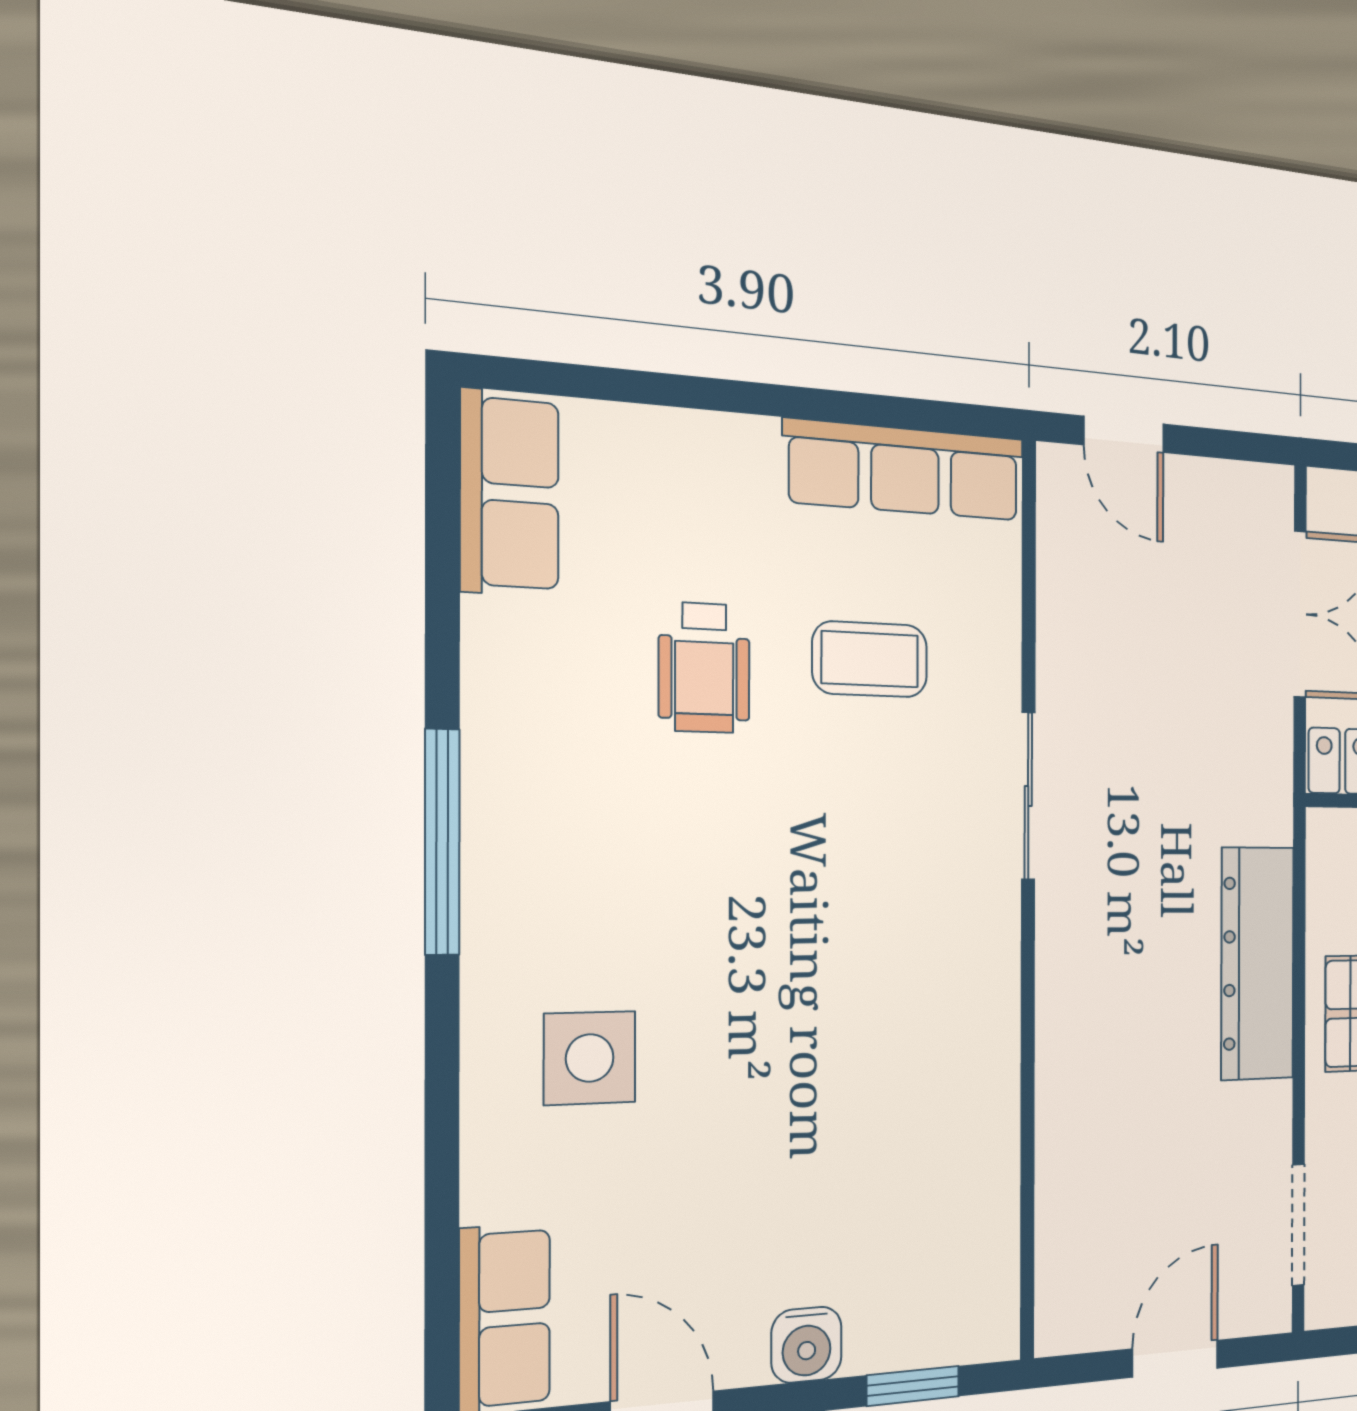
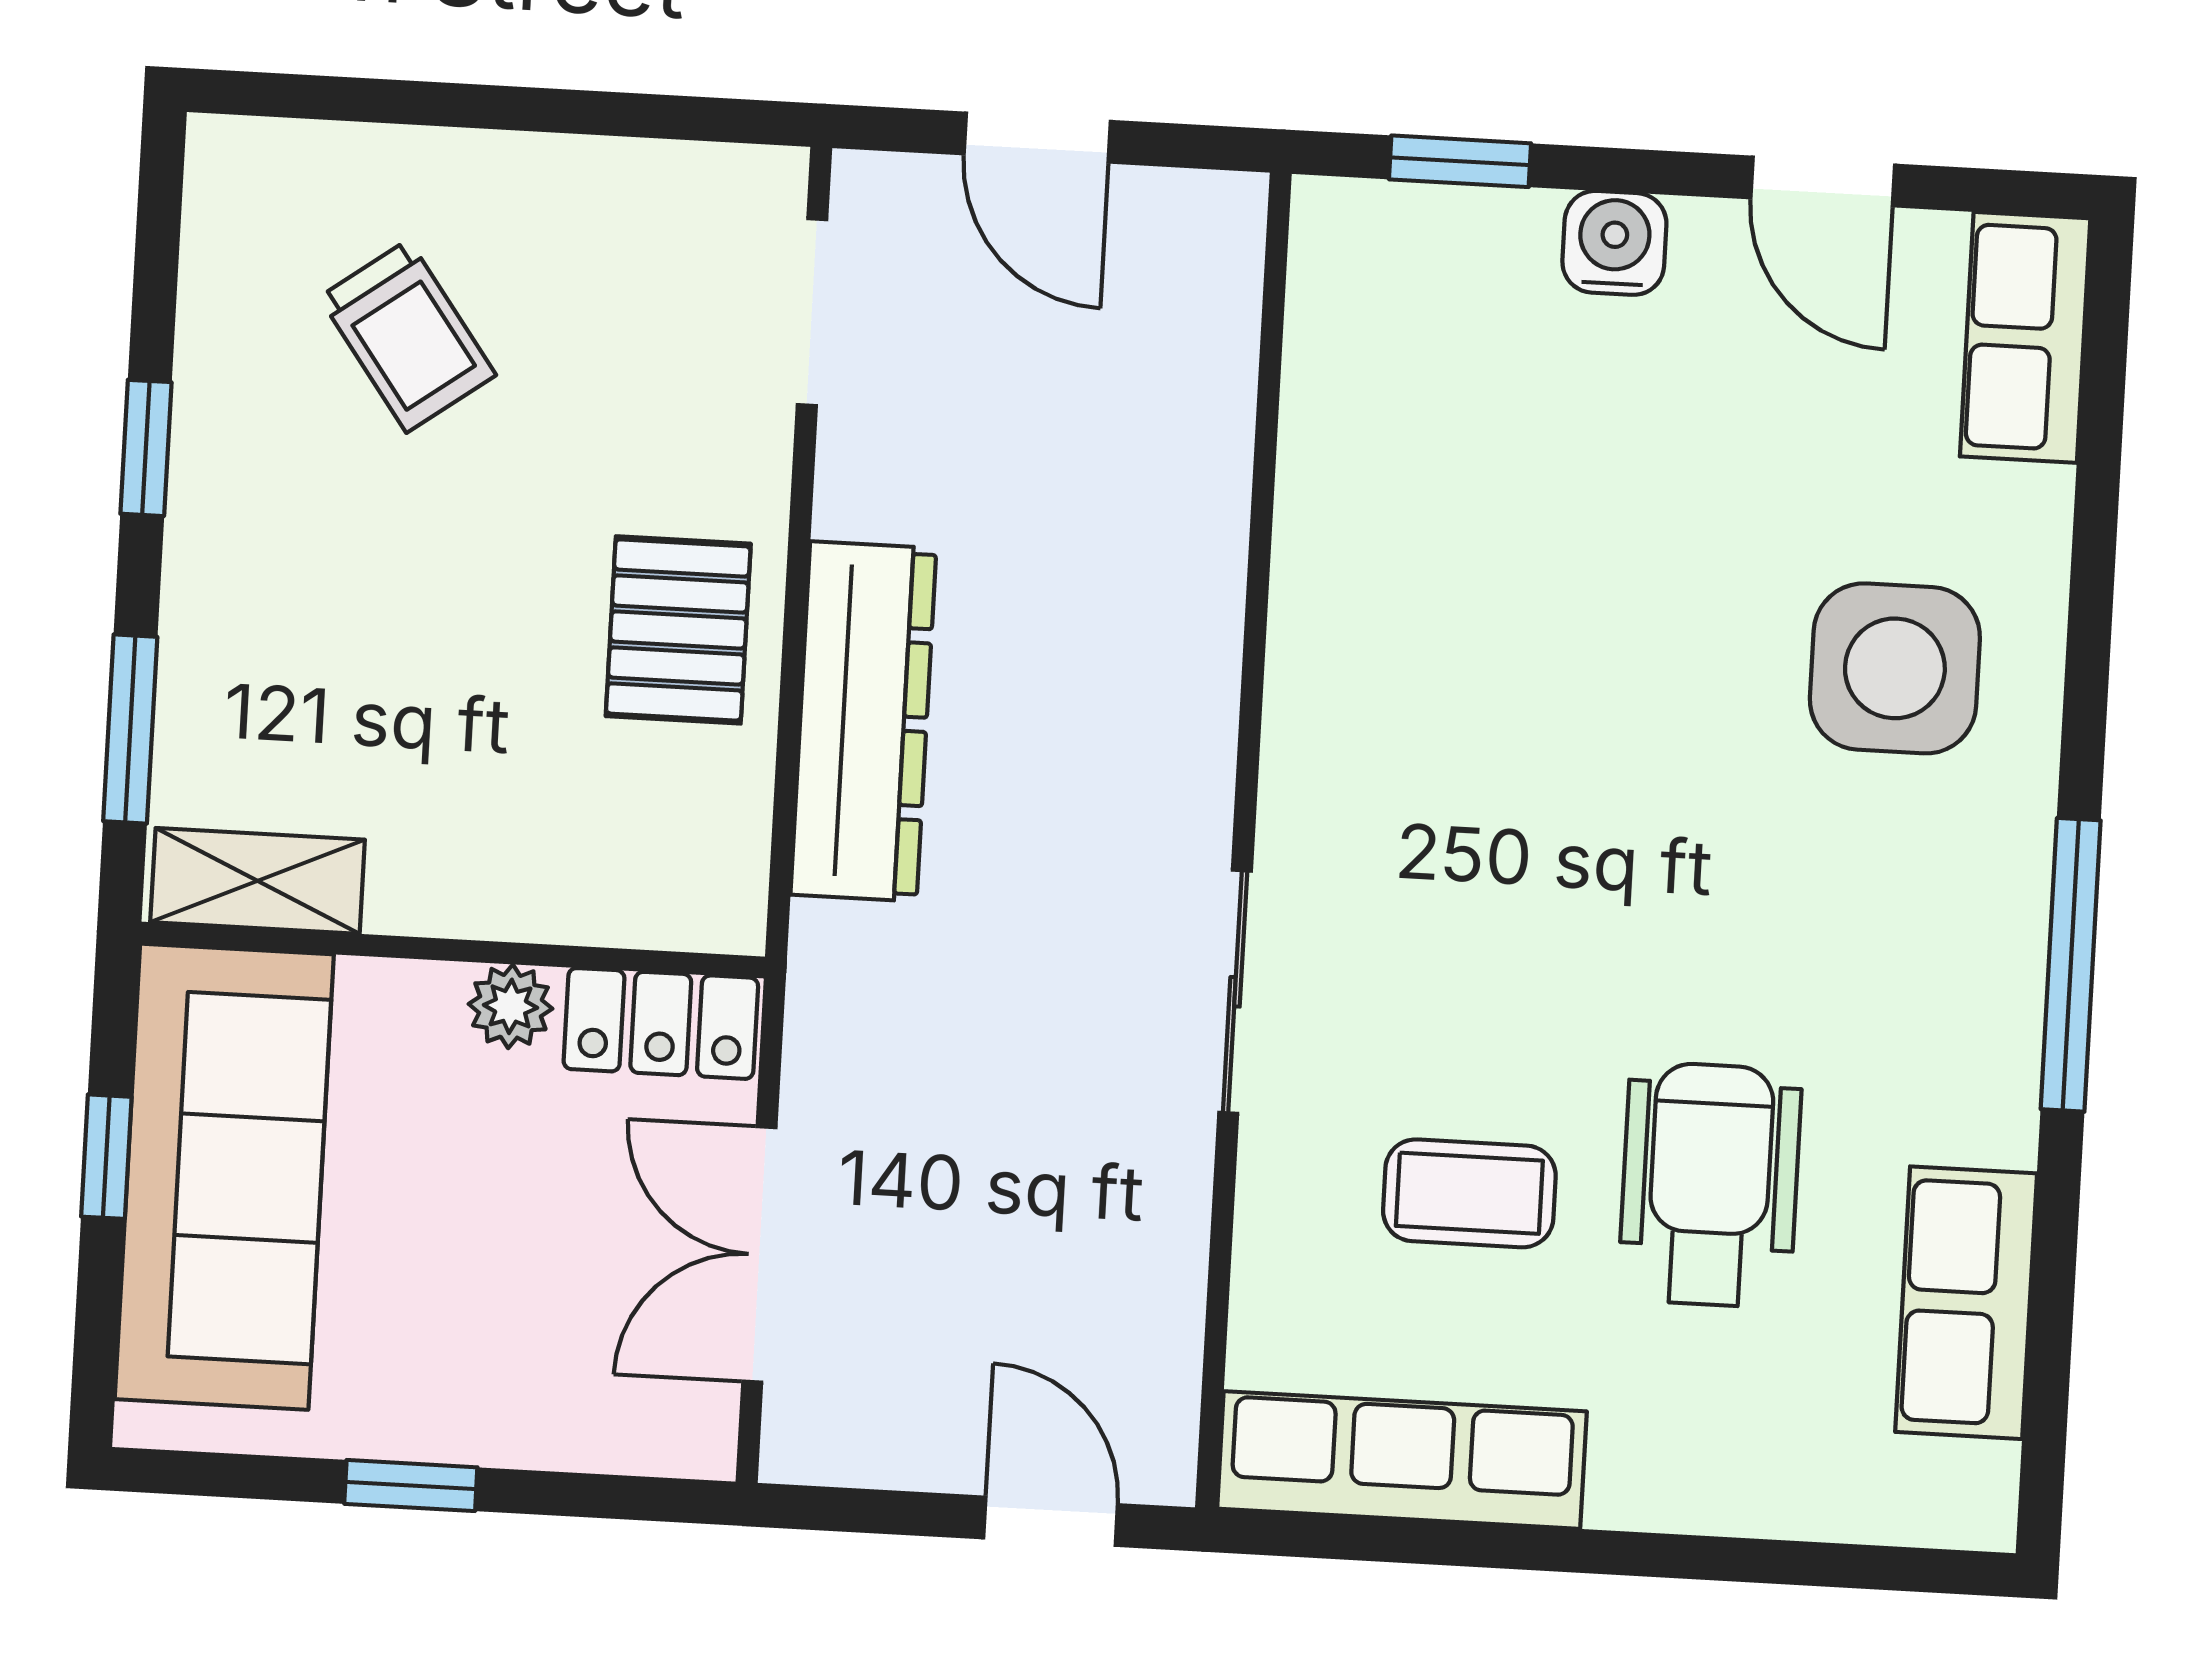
row of seats: (509, 493) -> (1966, 1303), moved
wheelchair: (704, 668) -> (1710, 1185), width x1.36, depth x1.37
side table: (590, 1058) -> (1895, 668), width x1.37, depth x1.37
door: (1175, 1359) -> (1037, 138), hinge flipped

